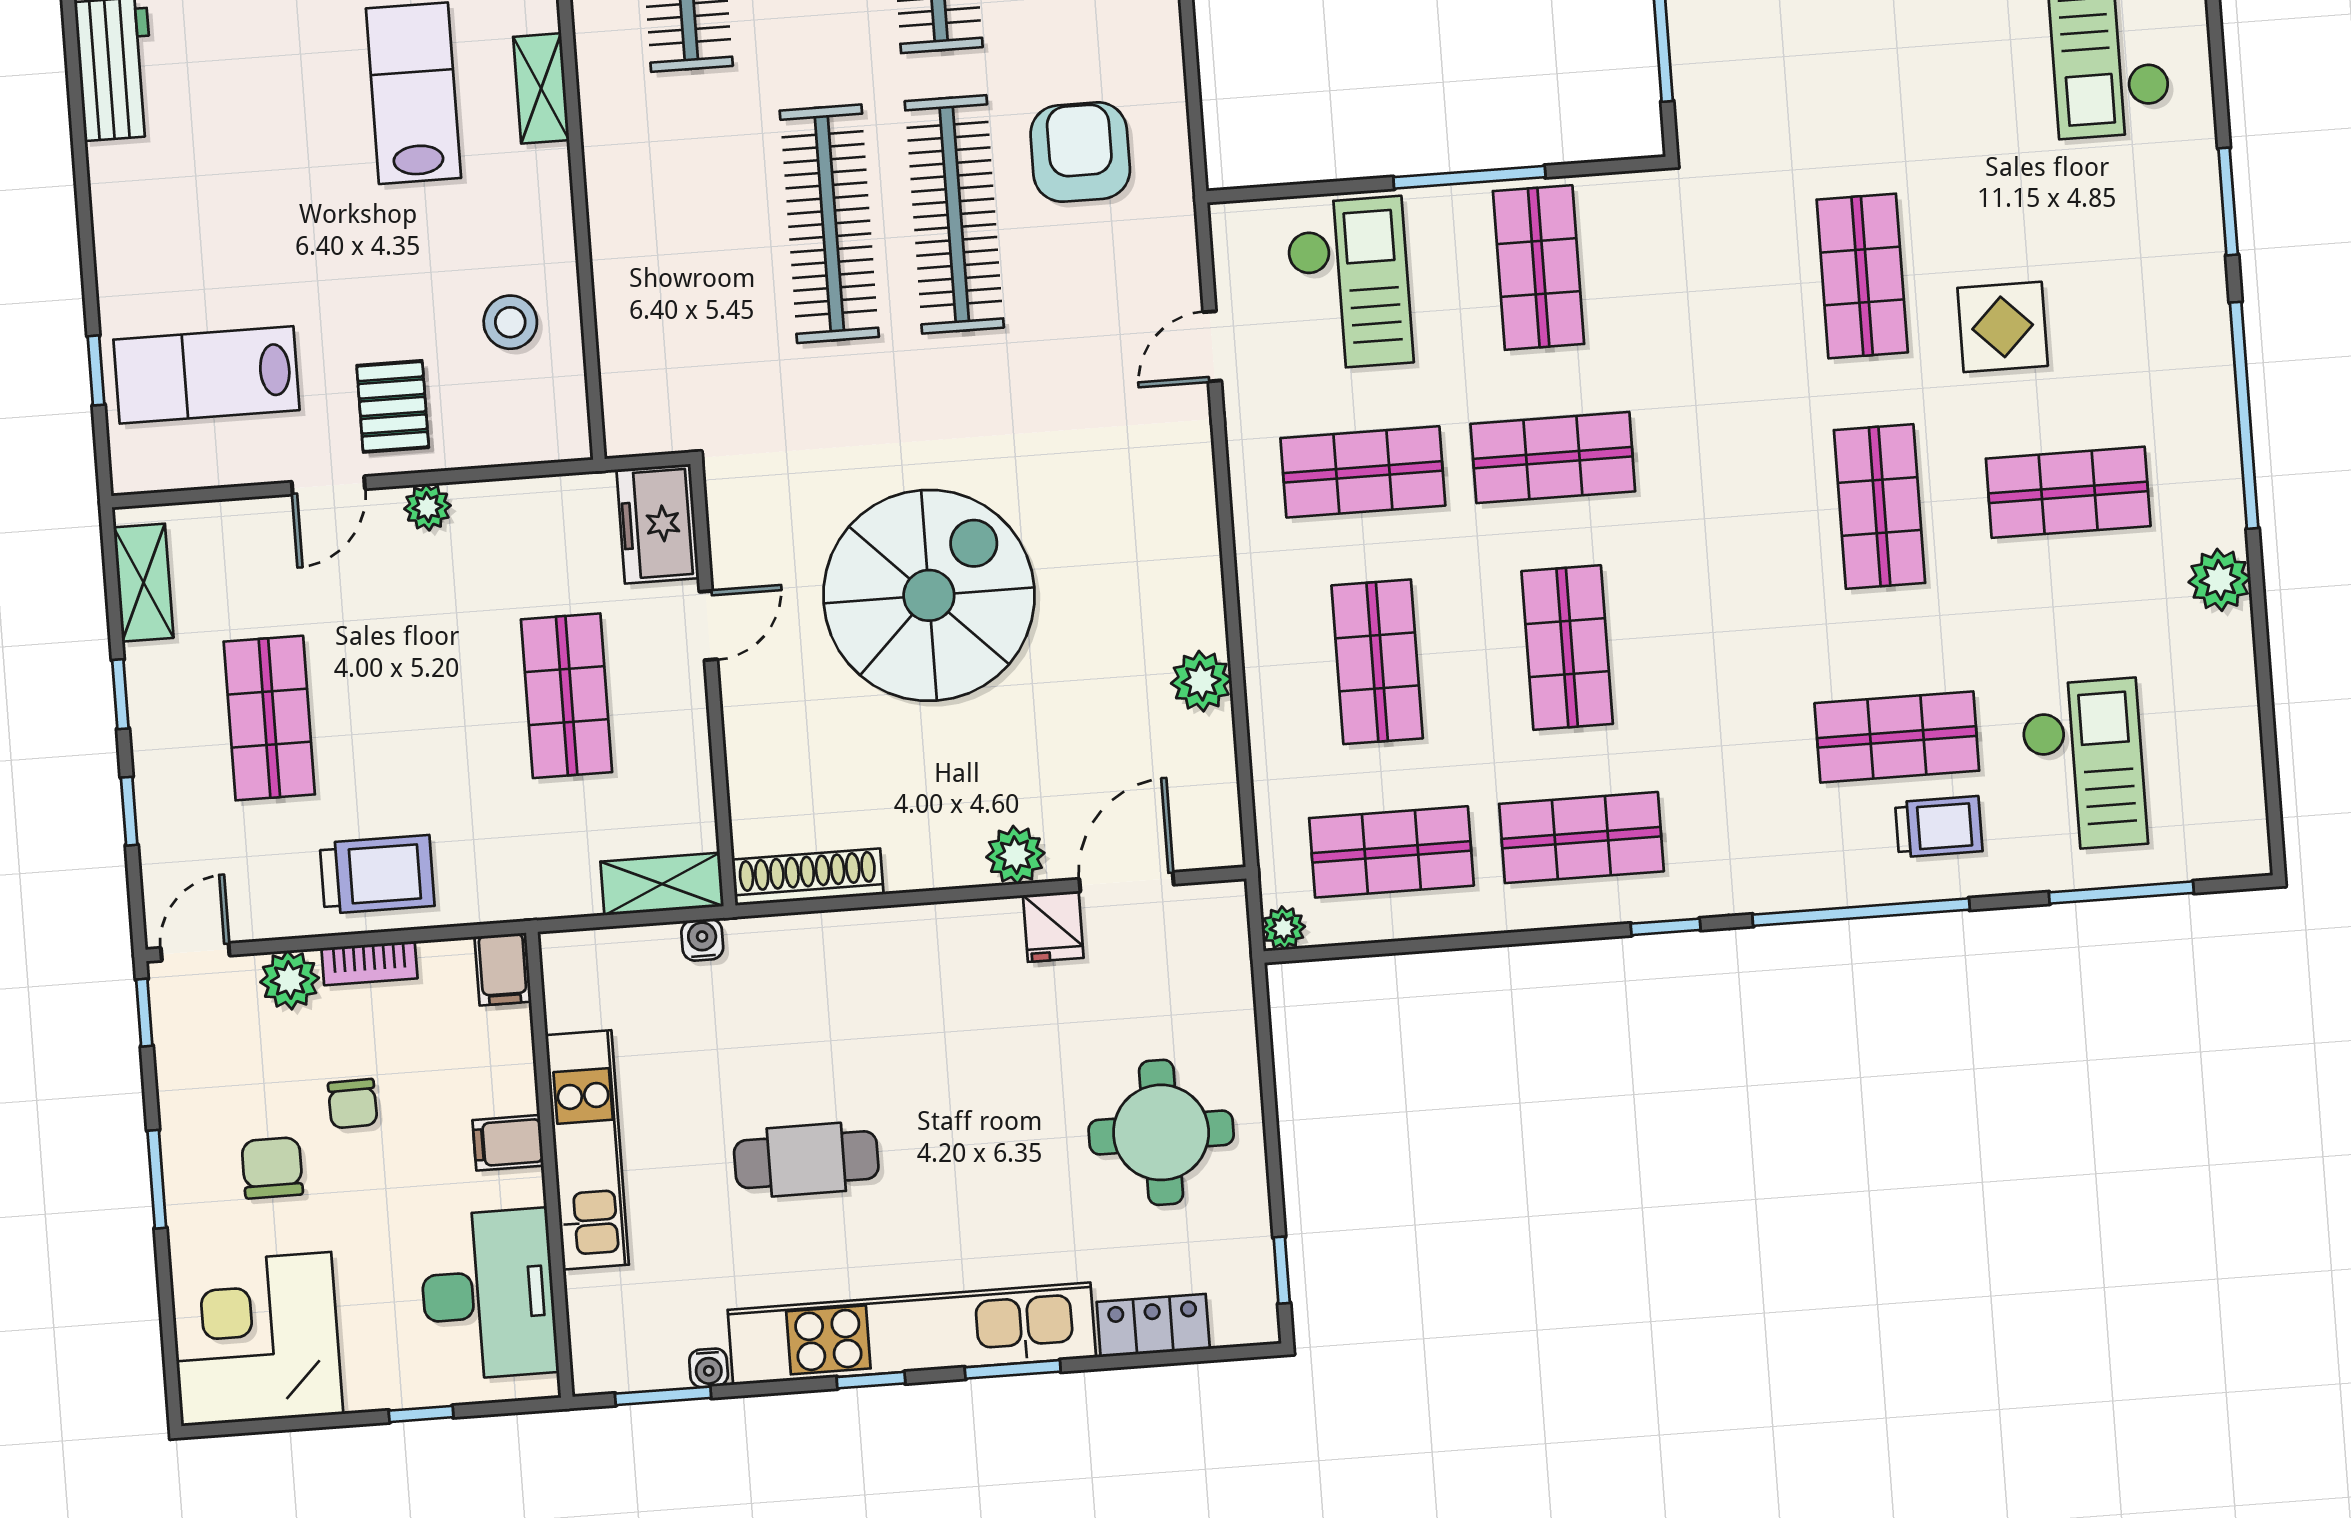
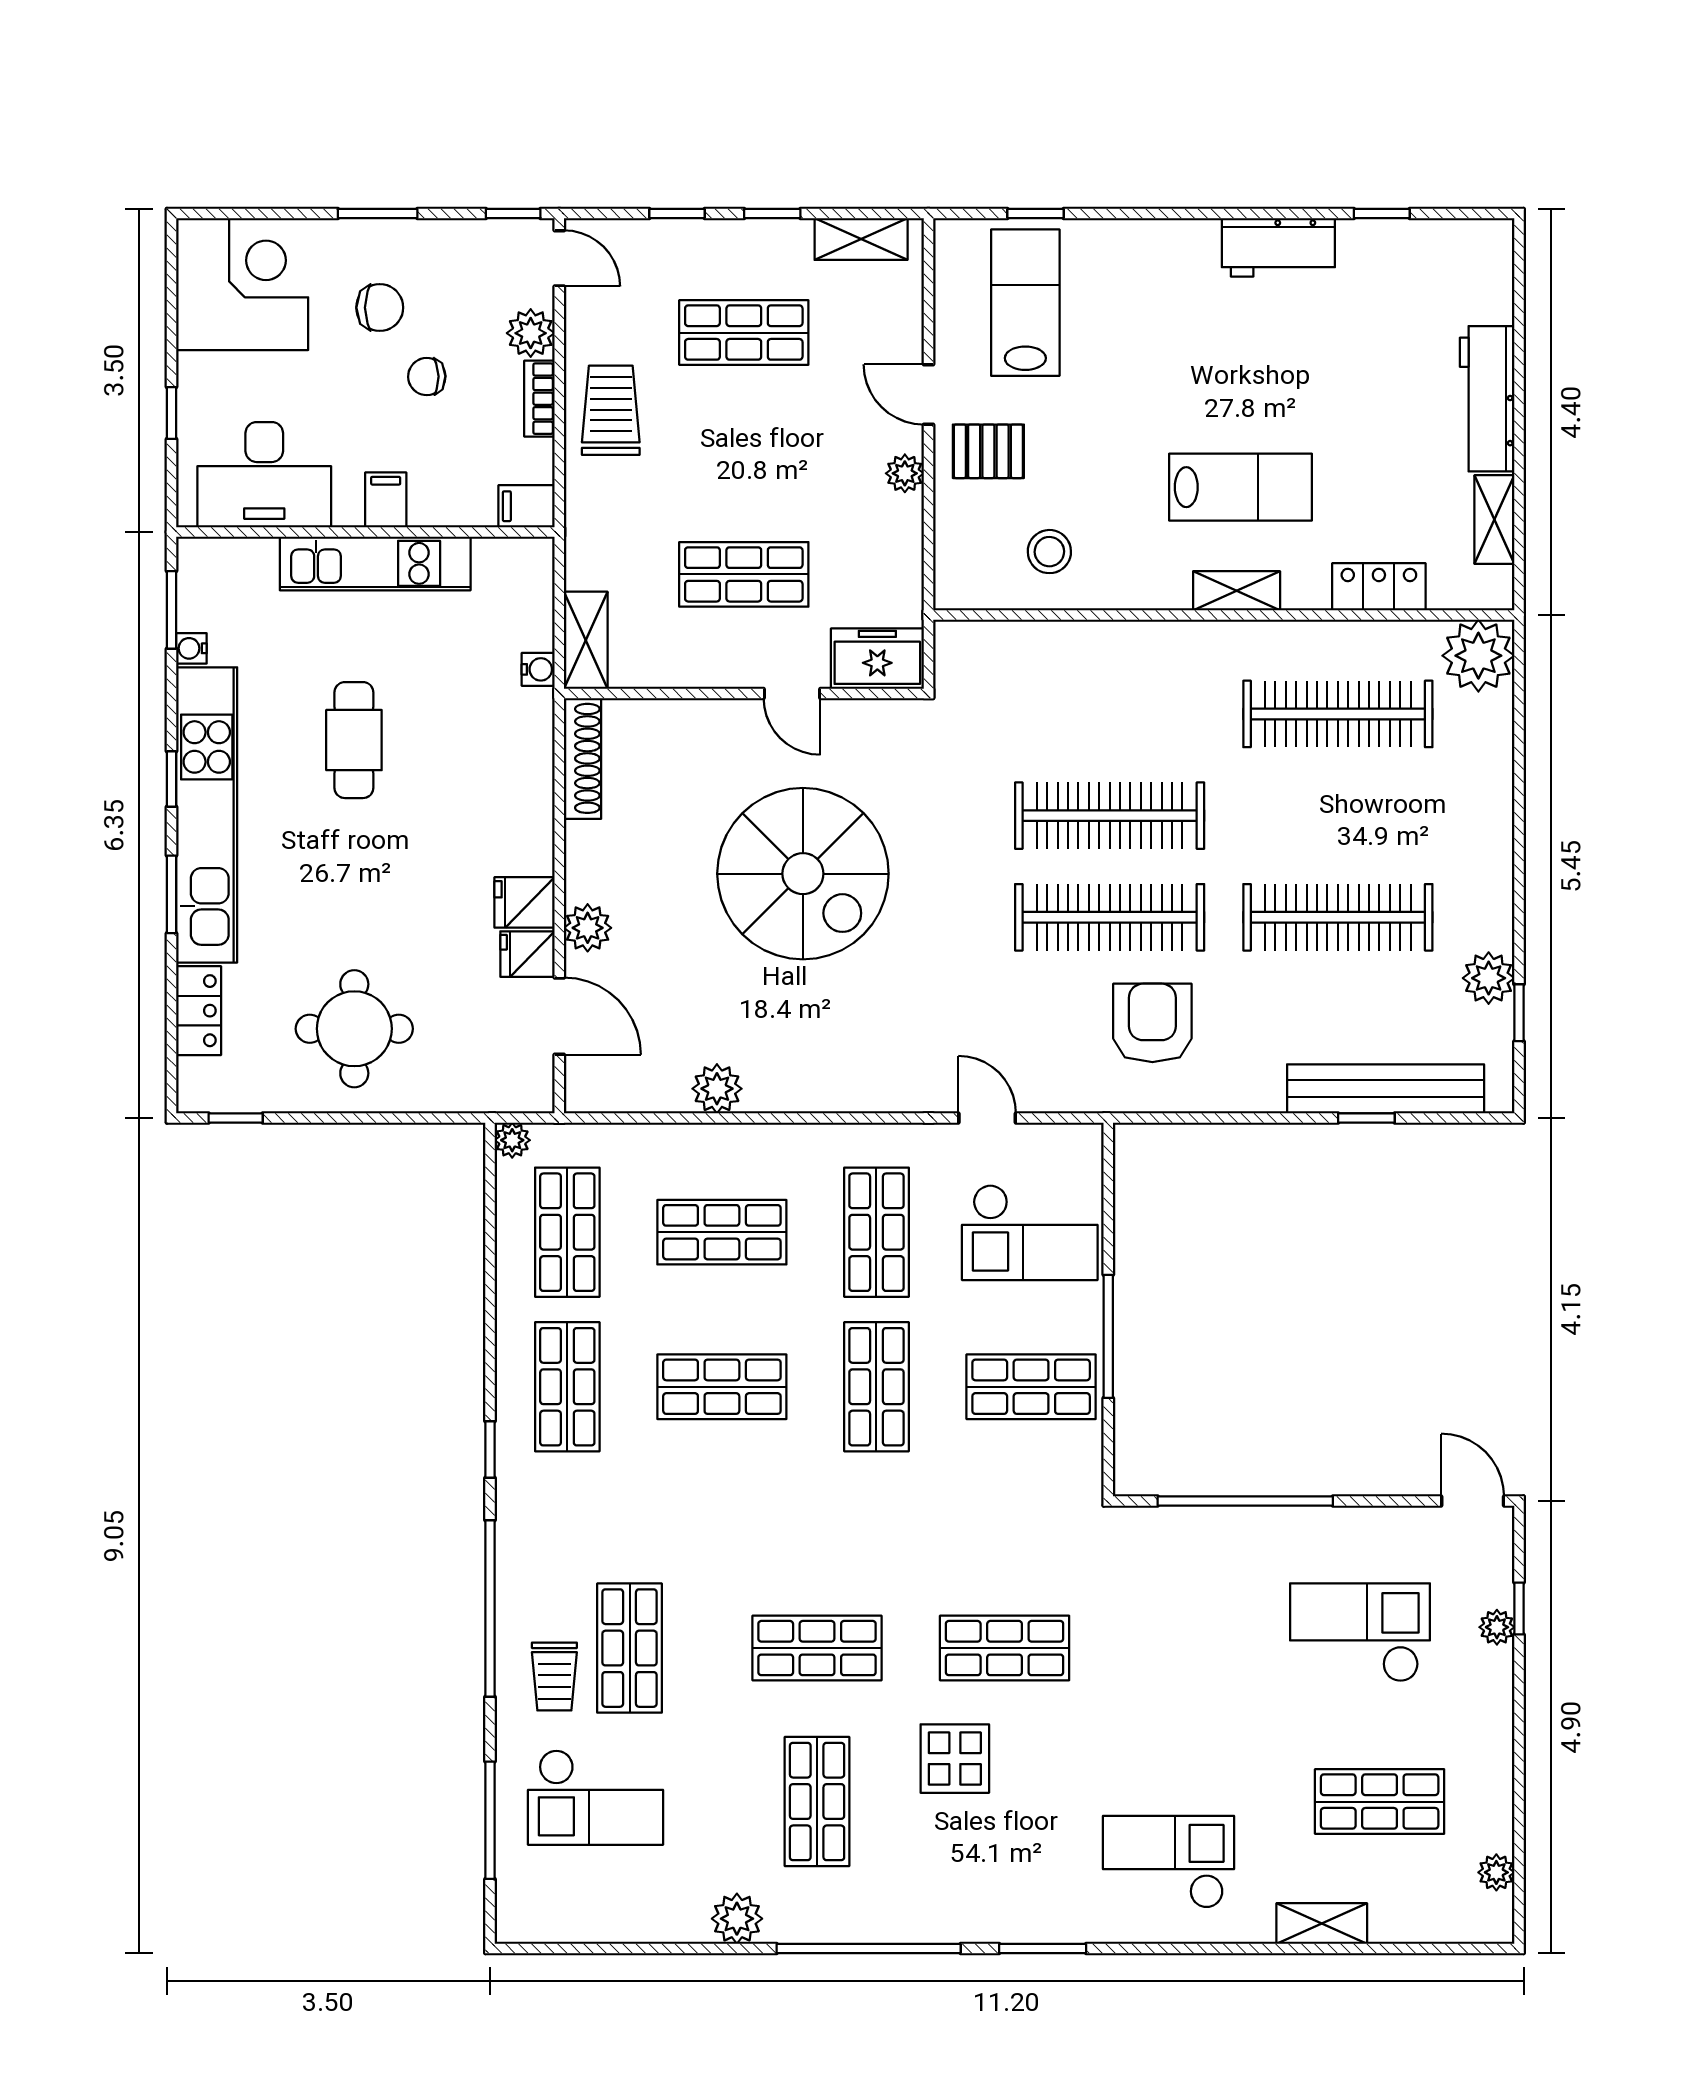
armchair: (1080, 152) -> (1152, 1023), turned -90
trolley: (377, 874) -> (611, 410), turned 180
fridge: (990, 935) -> (525, 902), added

